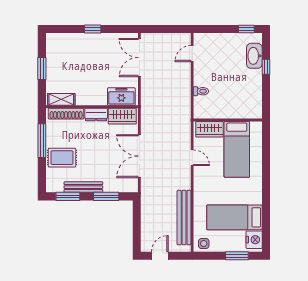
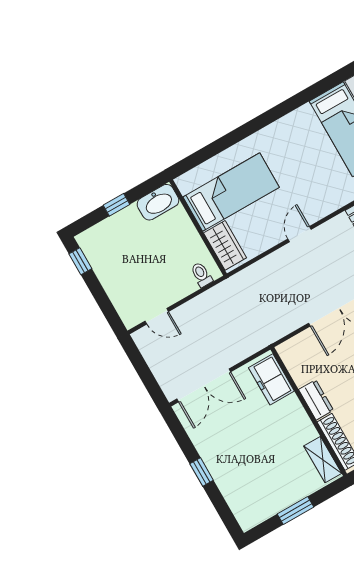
washbasin: (254, 56) -> (158, 202), moved
wardrobe: (122, 116) -> (298, 363), removed
wall: (228, 120) -> (198, 228), moved
wardrobe: (209, 129) -> (225, 245), moved
bed: (237, 149) -> (231, 192), moved

